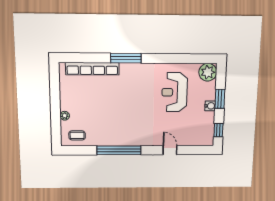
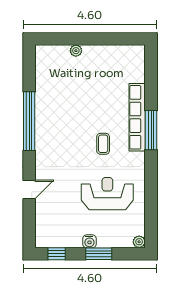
row of seats: (92, 69) -> (137, 117), moved
plant: (208, 72) -> (139, 242), width x0.53, depth x0.53
coffee table: (77, 135) -> (103, 144), moved

